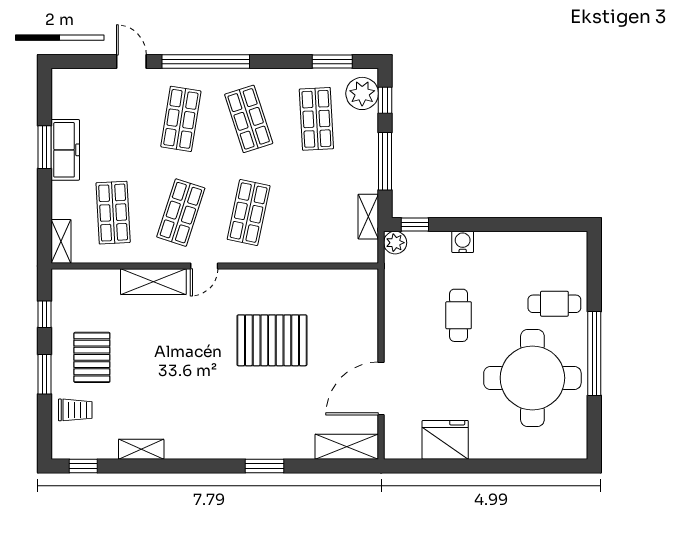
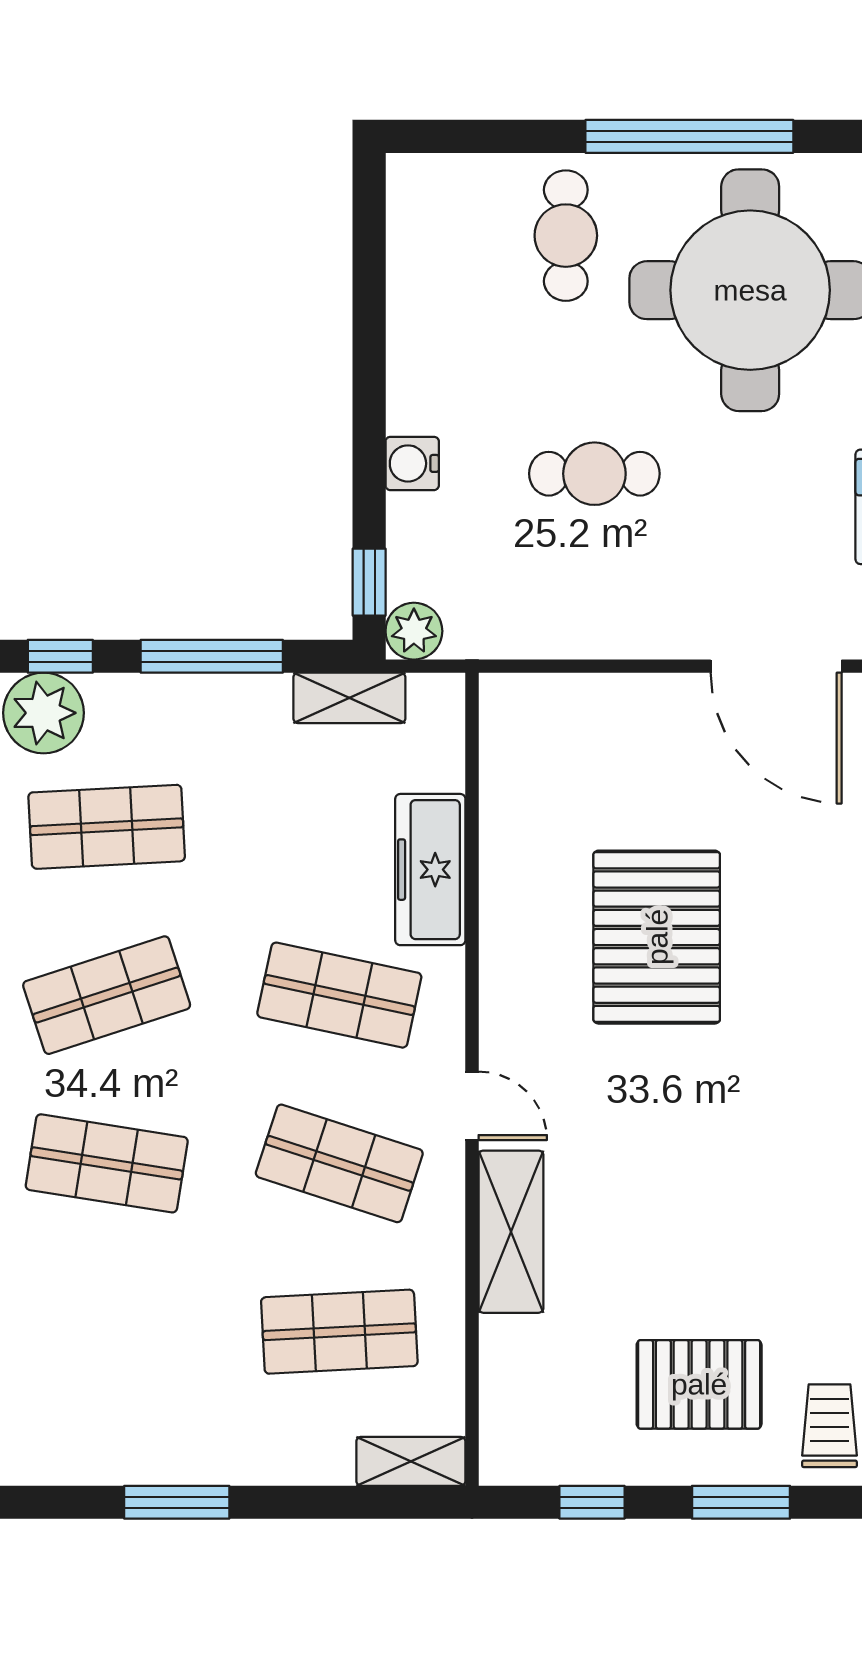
freezer: (65, 150) -> (430, 870), moved, turned -90

